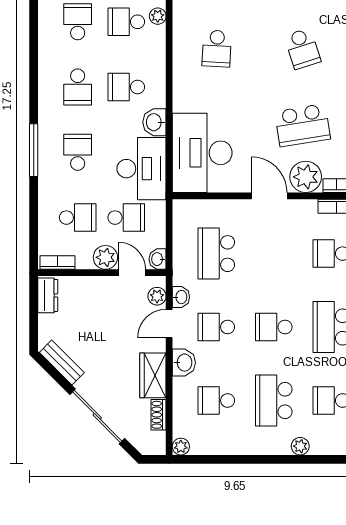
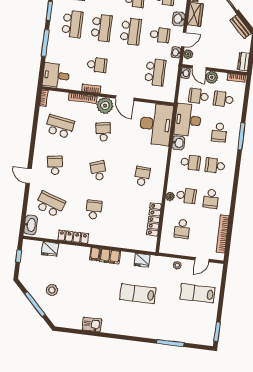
school desk: (78, 87) -> (215, 166), turned -90
school desk: (303, 125) -> (103, 132), width x0.54
school desk: (274, 327) -> (131, 31), width x1.85

